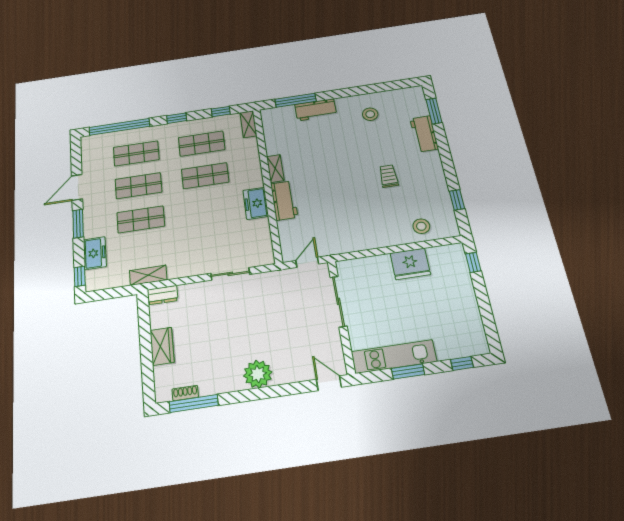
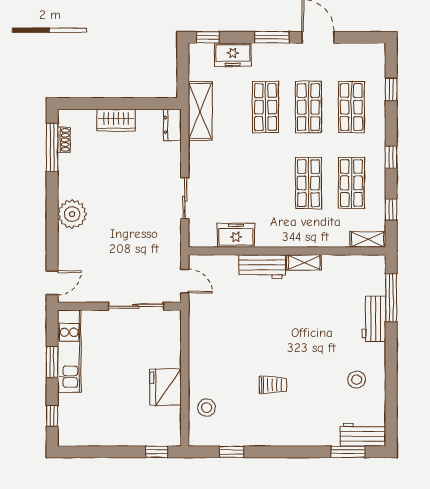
window: (119, 127) -> (391, 89), width x0.32
workbench: (424, 134) -> (363, 435), moved
freezer: (256, 203) -> (236, 235), moved
shelving: (148, 275) -> (200, 111), width x1.50, depth x1.33

